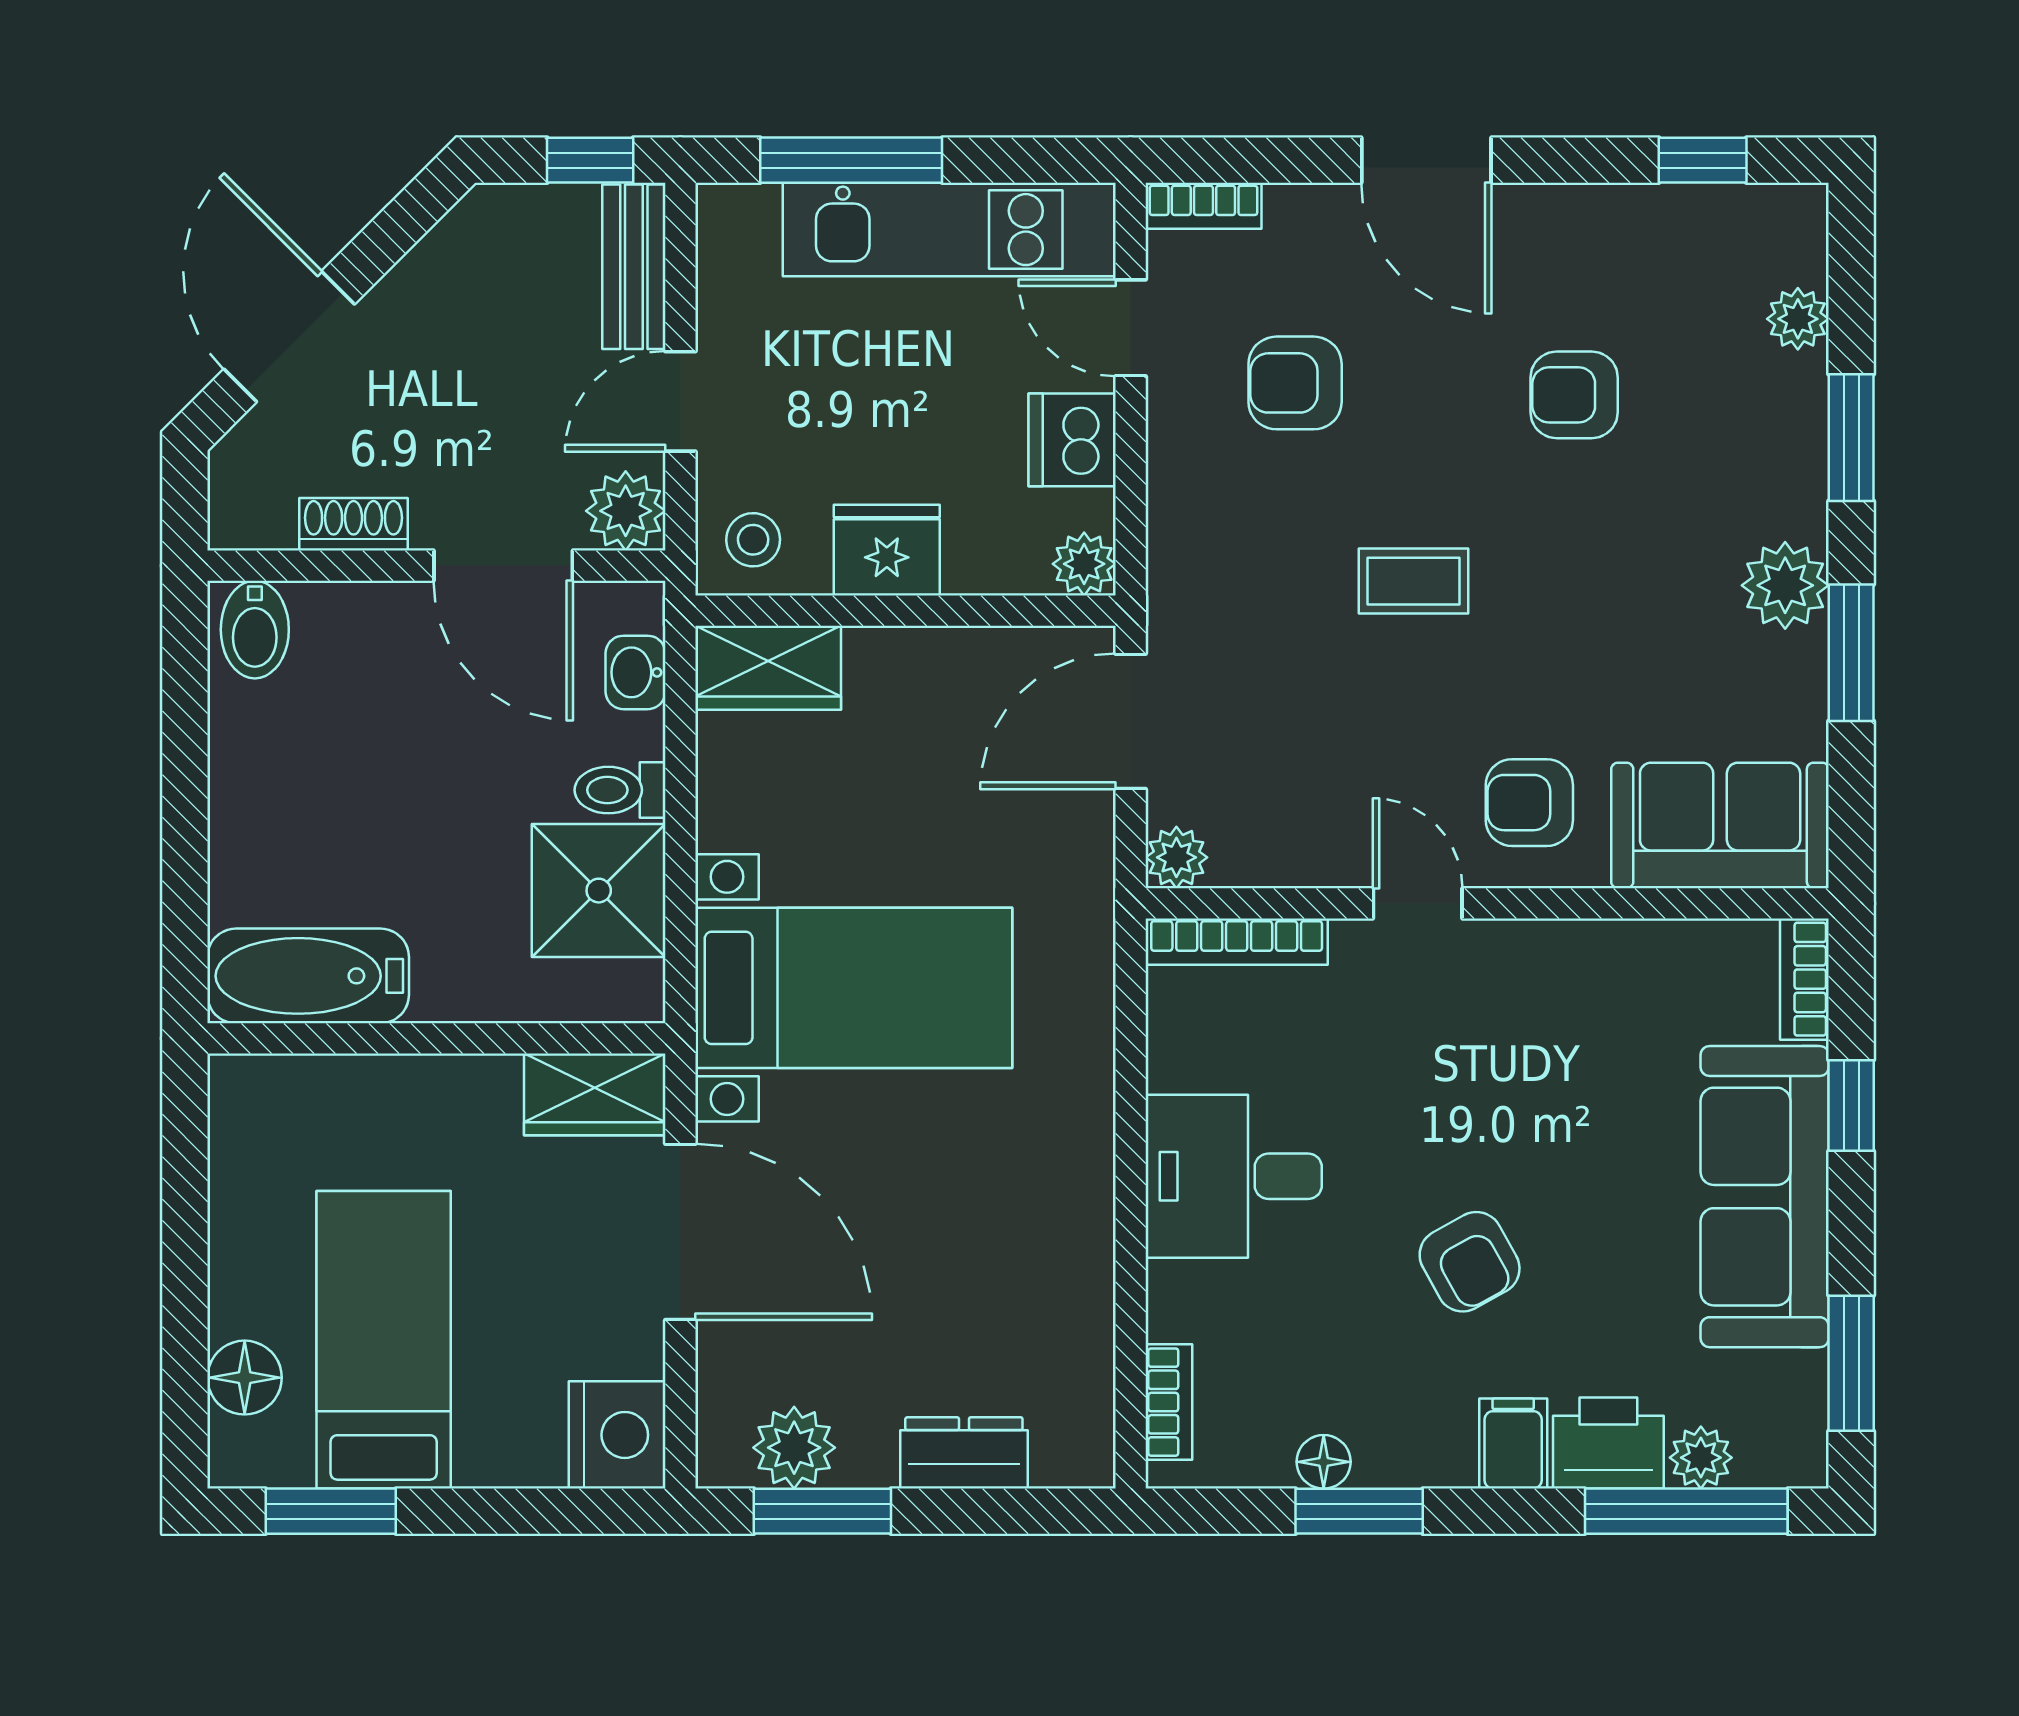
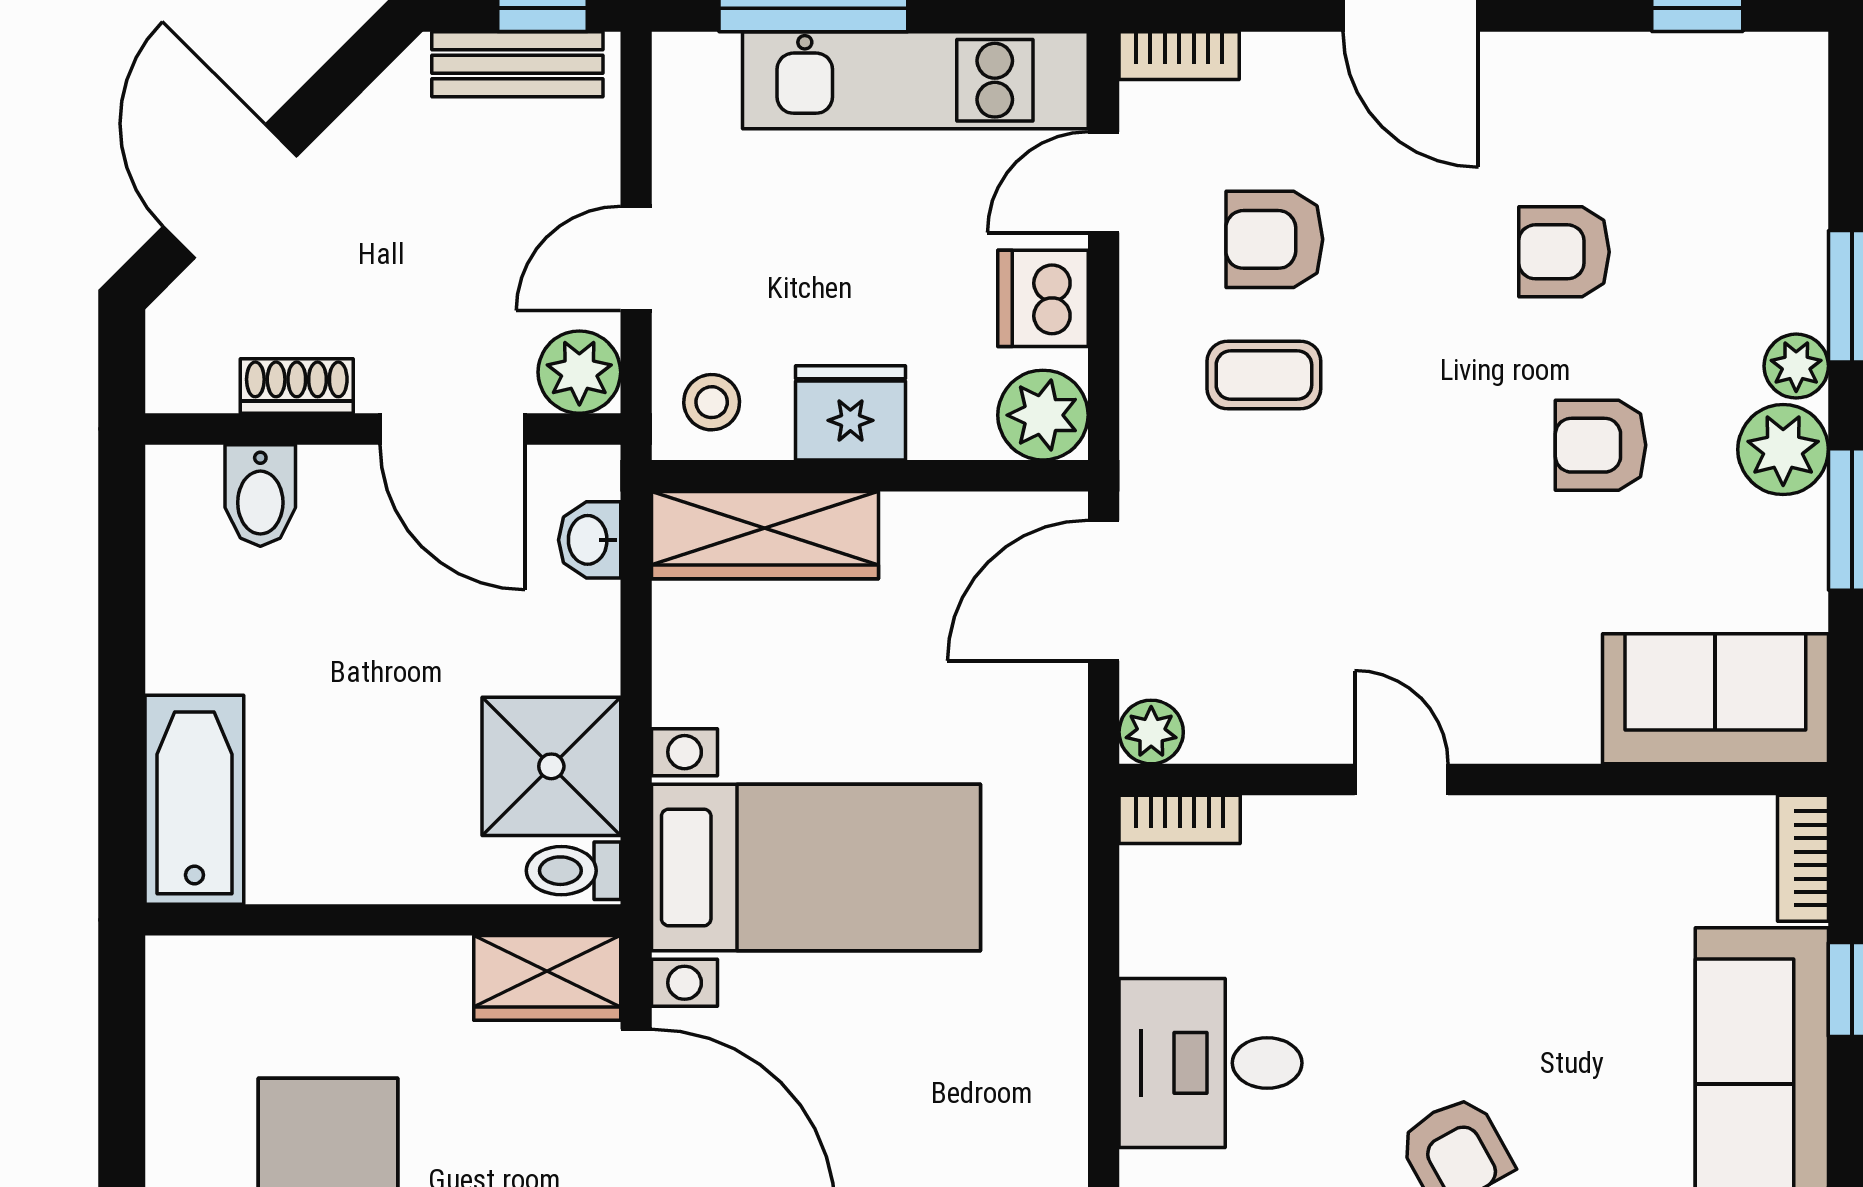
bench: (634, 267) -> (517, 64), moved, turned 90
plant: (1798, 319) -> (1796, 366), moved
door: (1131, 328) -> (1104, 182), hinge flipped
plant: (1084, 564) -> (1043, 415), width x1.38, depth x1.38
coffee table: (1414, 581) -> (1264, 375), moved
bidet: (255, 630) -> (260, 495), moved
wardrobe: (768, 668) -> (765, 535), width x1.50
toilet: (620, 790) -> (573, 871), moved
armchair: (1529, 803) -> (1601, 445), moved
bookcase: (1237, 942) -> (1180, 819), width x0.64
bathtub: (308, 976) -> (194, 800), moved, turned 90

